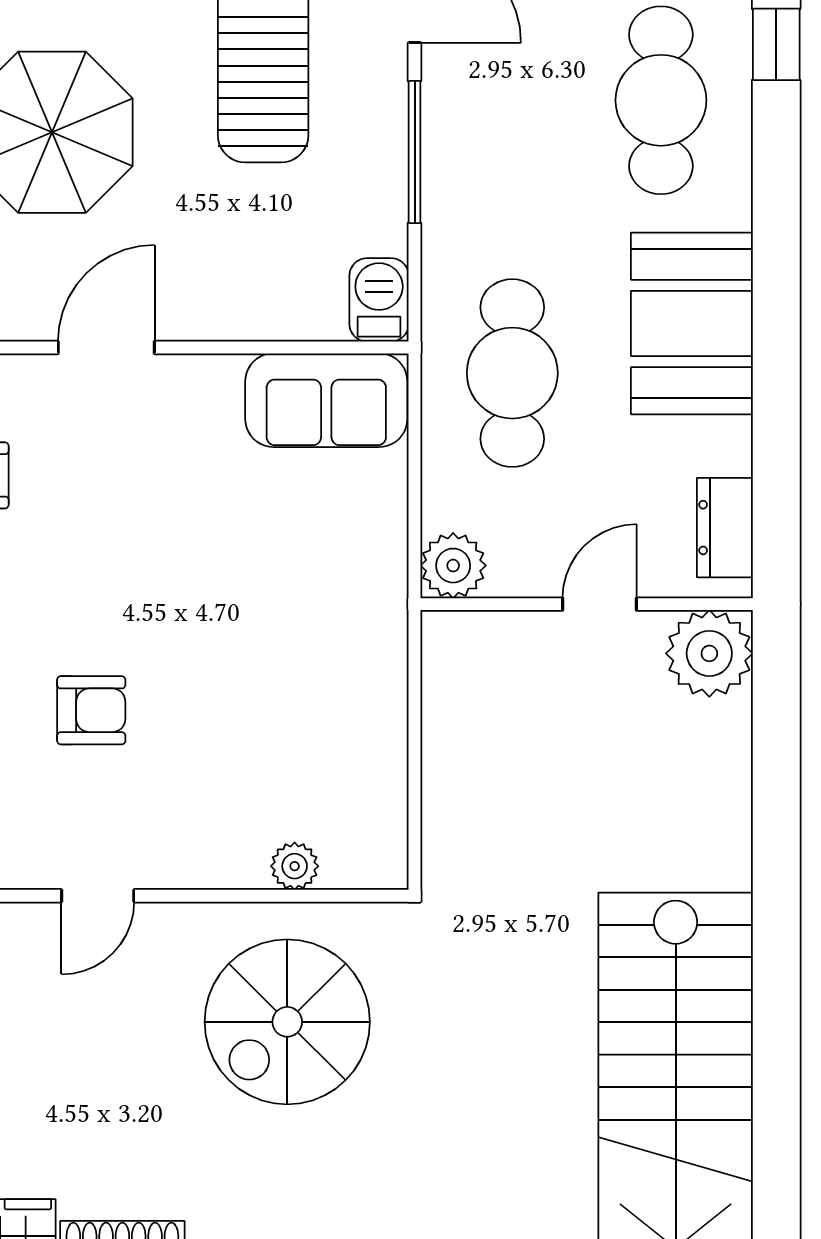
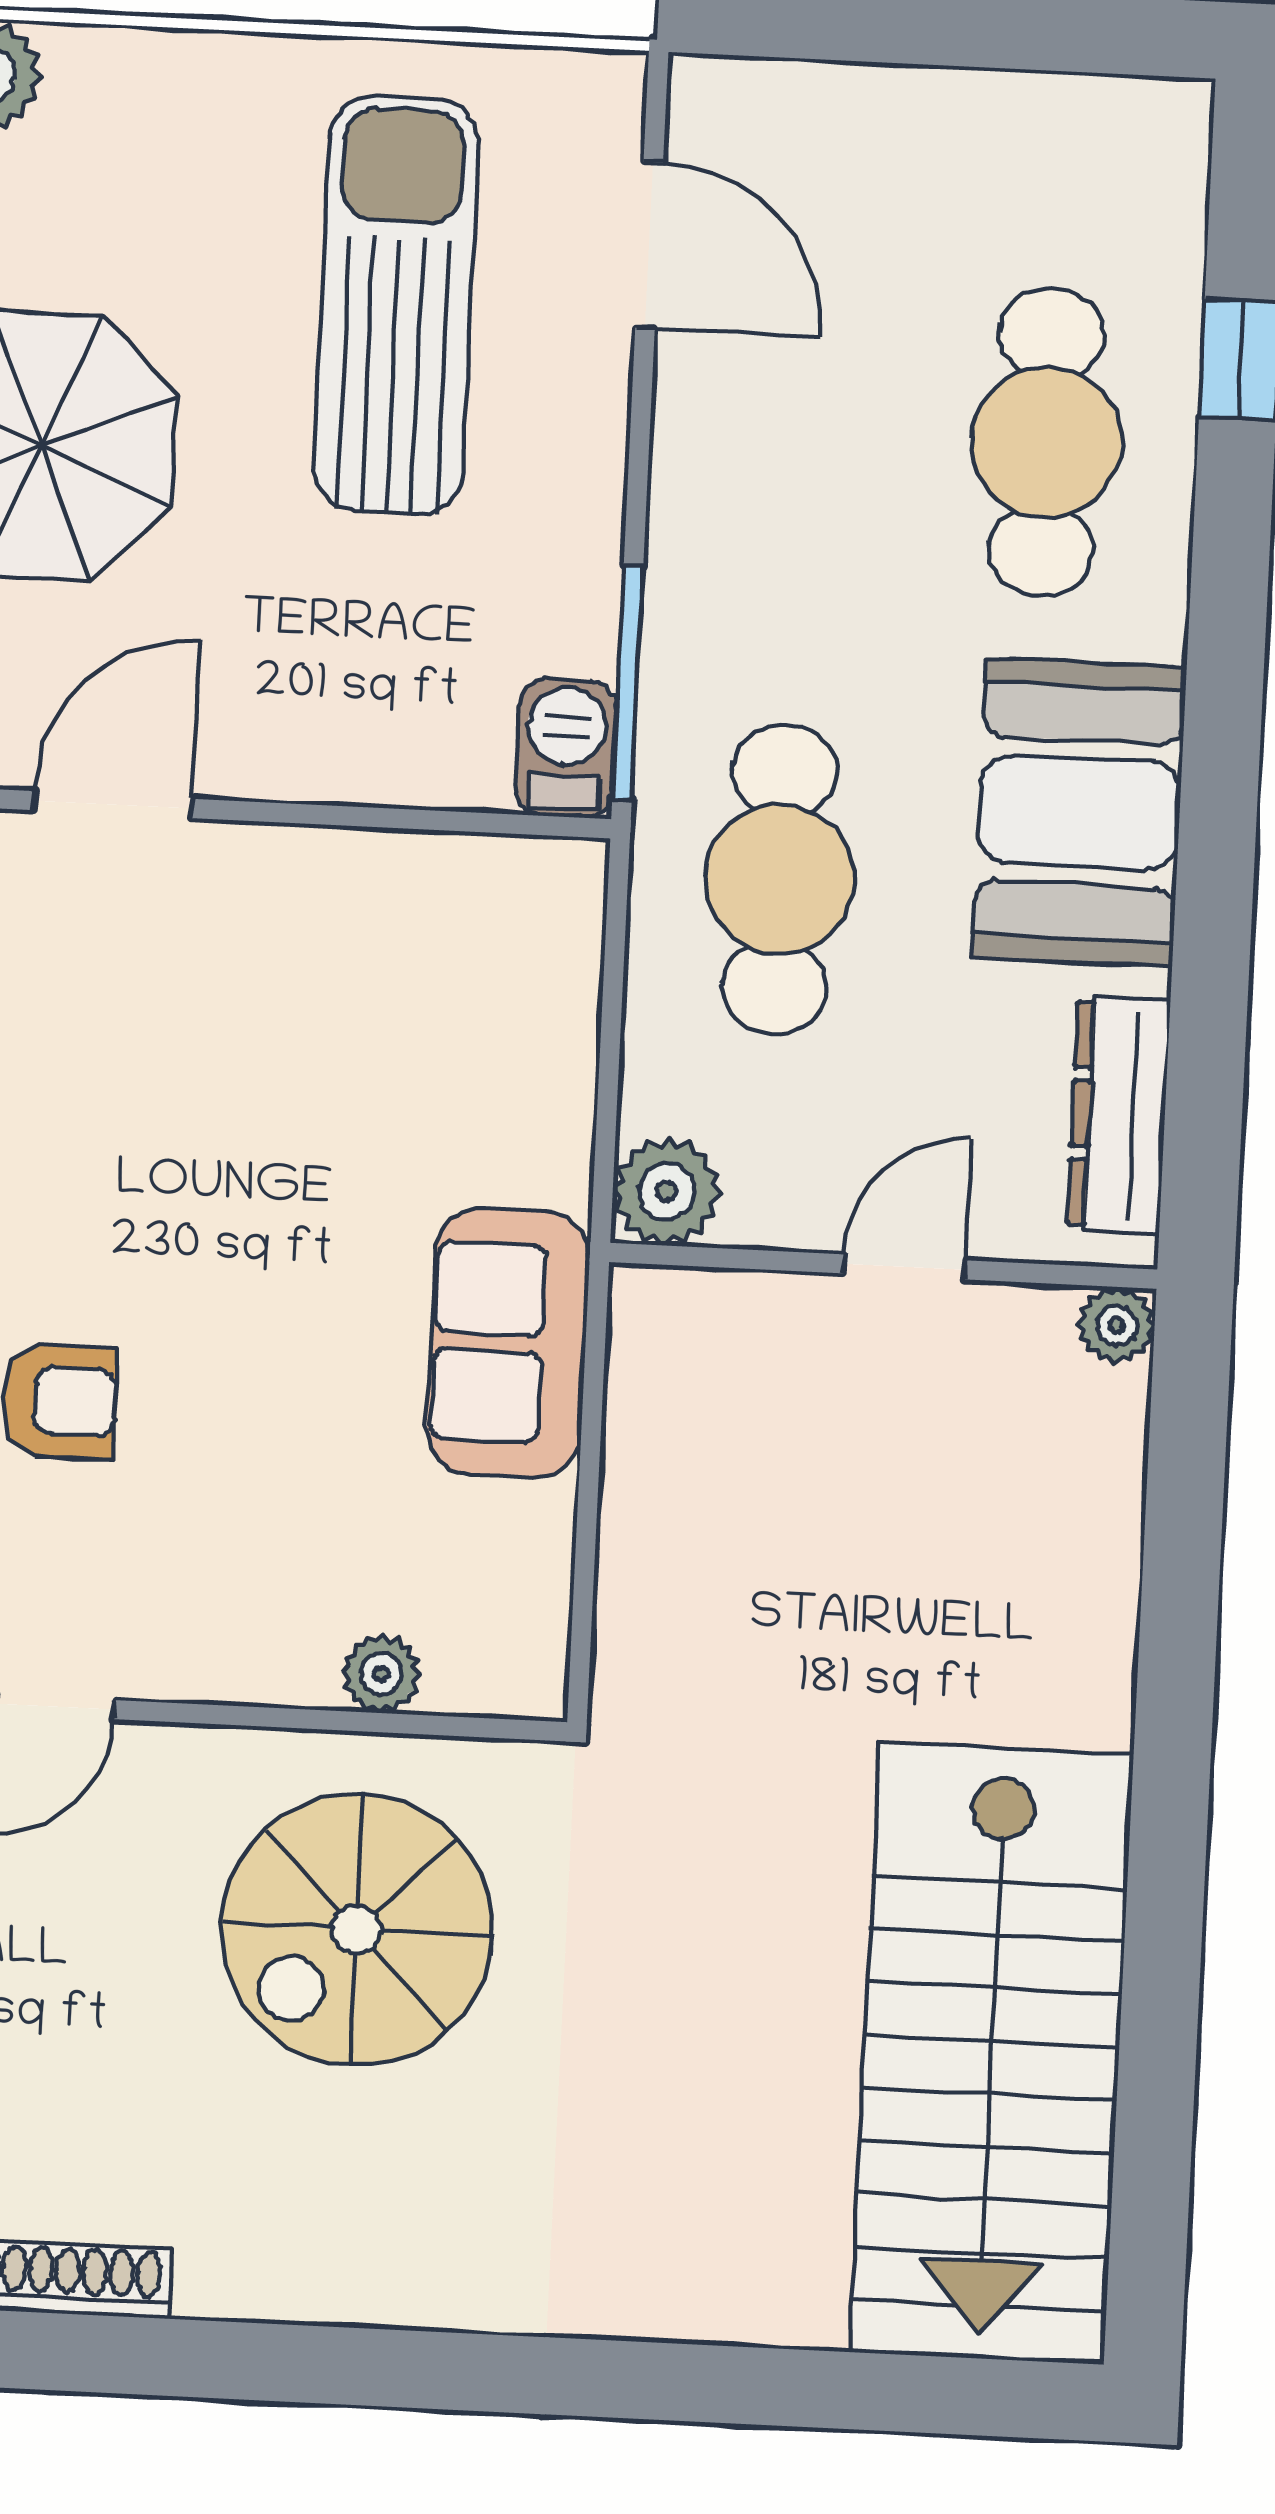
window: (415, 152) -> (628, 682), moved
sofa: (326, 400) -> (508, 1343), moved, turned 90
dresser: (725, 528) -> (1119, 1115), width x1.44
plant: (709, 653) -> (1116, 1325), width x0.53, depth x0.53

